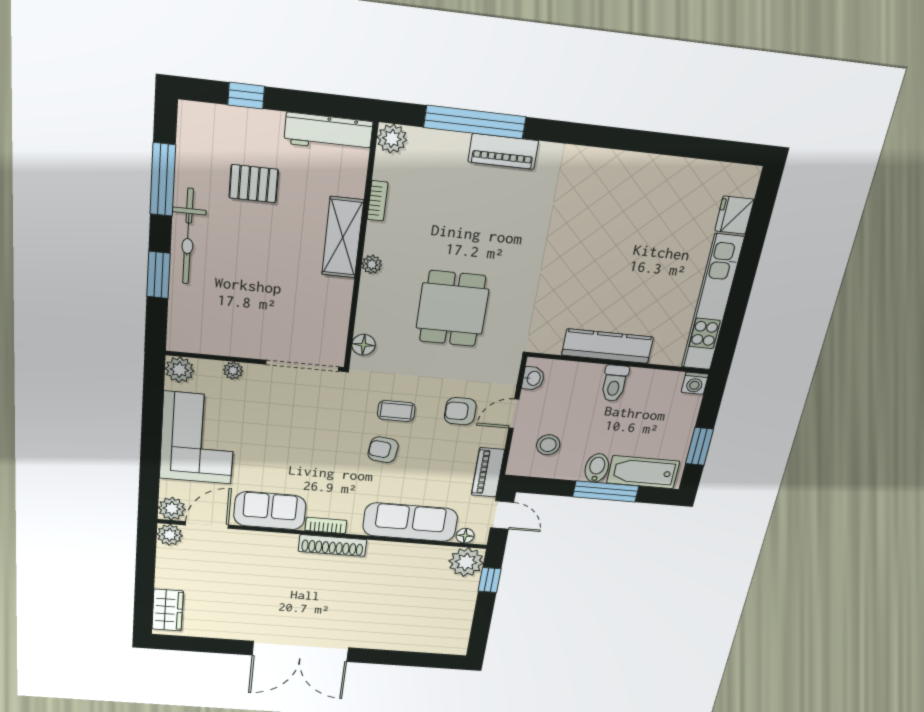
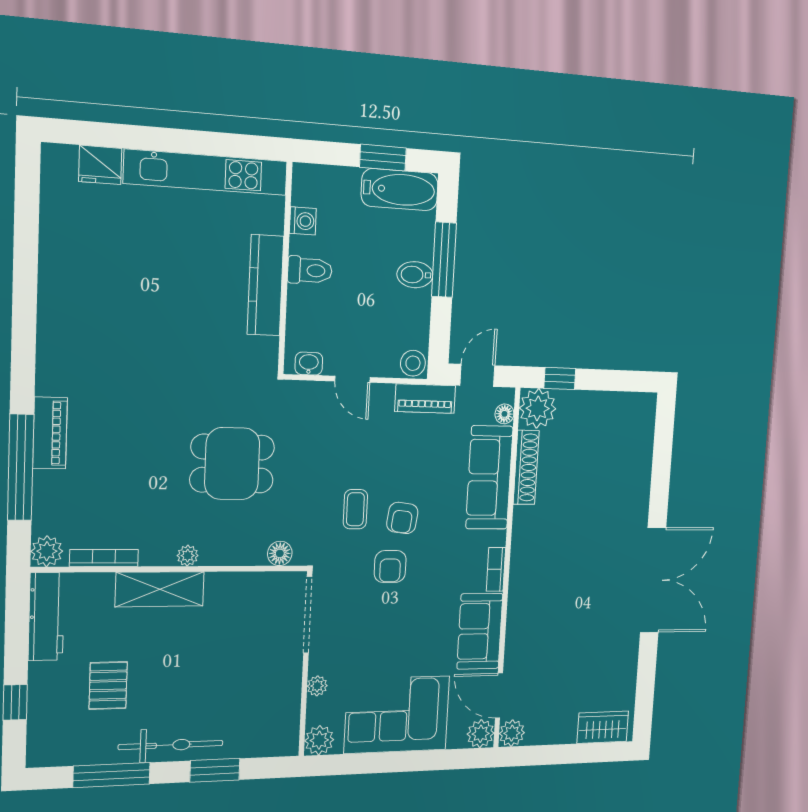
bookcase: (378, 201) -> (104, 558), width x1.56
washing machine: (695, 383) -> (303, 221), moved
armchair: (460, 411) -> (390, 566), moved
stool: (548, 445) -> (413, 363), moved
bathtub: (643, 472) -> (400, 190), moved, turned -90
shoe rack: (333, 545) -> (526, 467), moved

